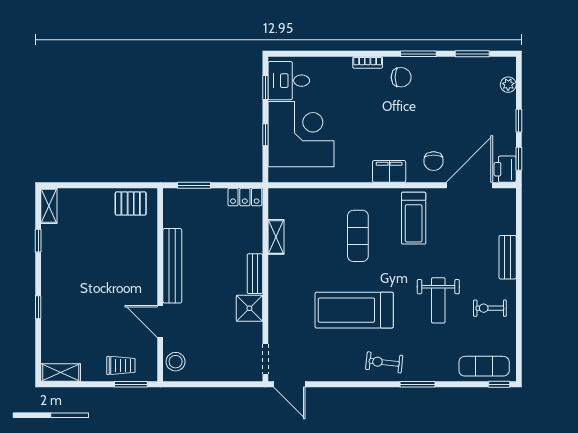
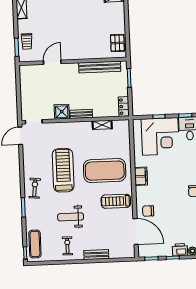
printer: (505, 169) -> (180, 250), moved
filing cabinet: (389, 171) -> (141, 176), moved
exercise mat: (358, 236) -> (105, 171), width x2.00, depth x1.45
bench: (172, 266) -> (100, 67), moved
stool: (176, 362) -> (30, 72), removed

